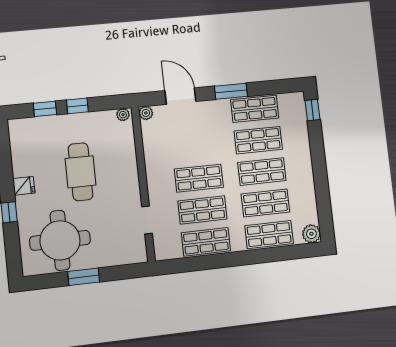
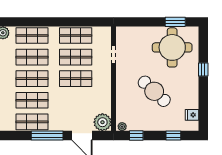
window: (231, 91) -> (47, 136), width x1.44
window: (77, 106) -> (136, 136), moved
plant: (146, 113) -> (102, 122), width x1.88, depth x1.88
cafe table: (81, 172) -> (154, 91), turned -47
fridge: (24, 186) -> (192, 115), moved
window: (84, 277) -> (175, 22), moved

